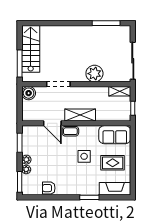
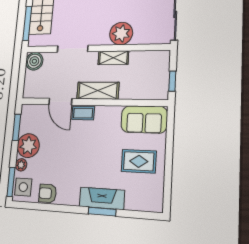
shelving: (120, 91) -> (113, 58), moved
side table: (84, 156) -> (23, 187), moved
plant: (26, 160) -> (28, 146), width x1.88, depth x1.88
fireplace: (115, 189) -> (102, 198), moved

